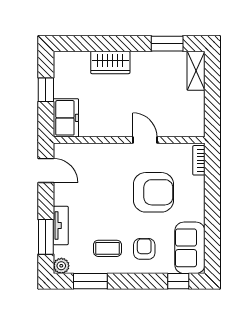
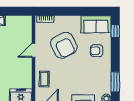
armchair: (153, 192) -> (64, 45), turned 153
coffee table: (108, 248) -> (44, 79), moved

